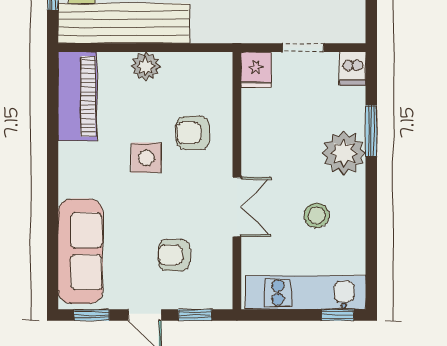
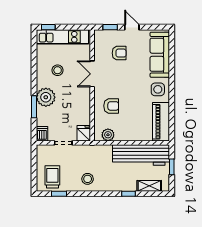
plant: (146, 66) -> (108, 135), moved
side table: (146, 158) -> (158, 89), moved
window: (92, 315) -> (155, 27), removed

